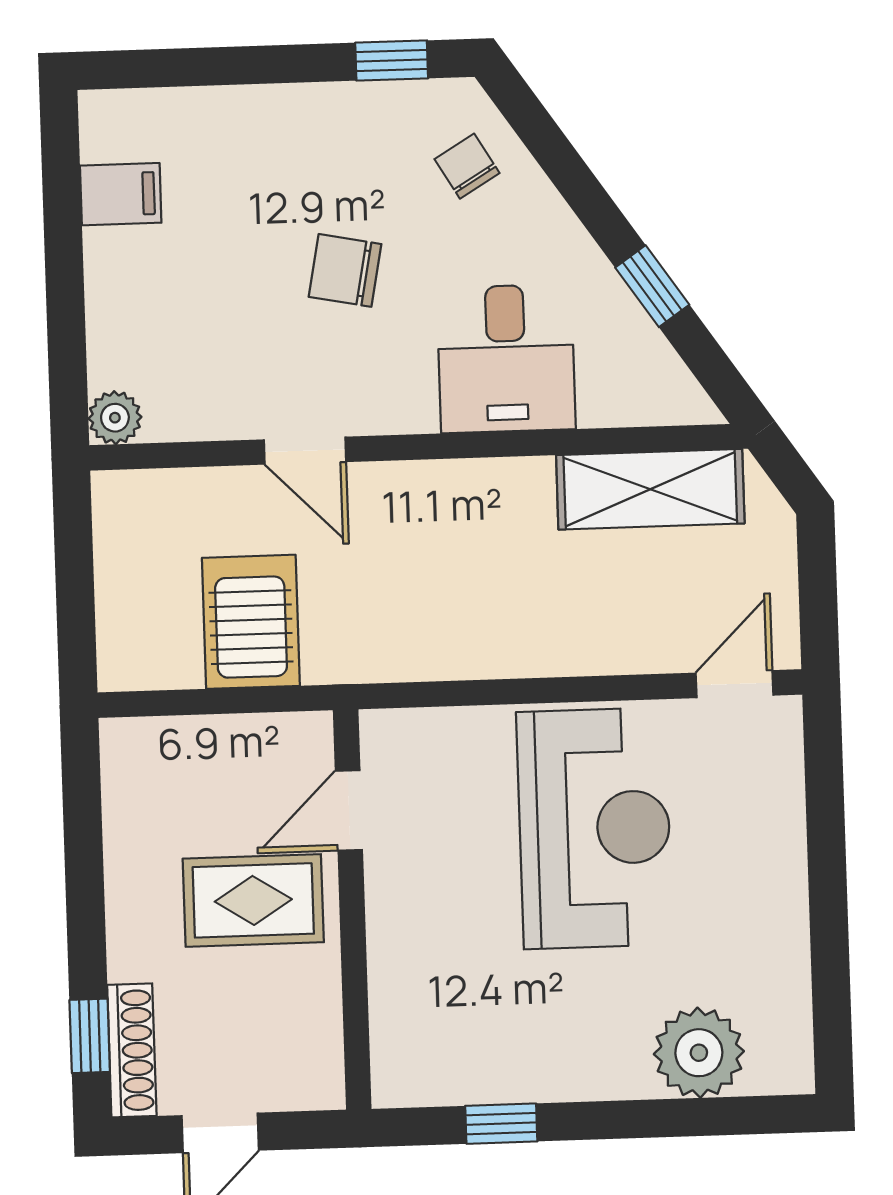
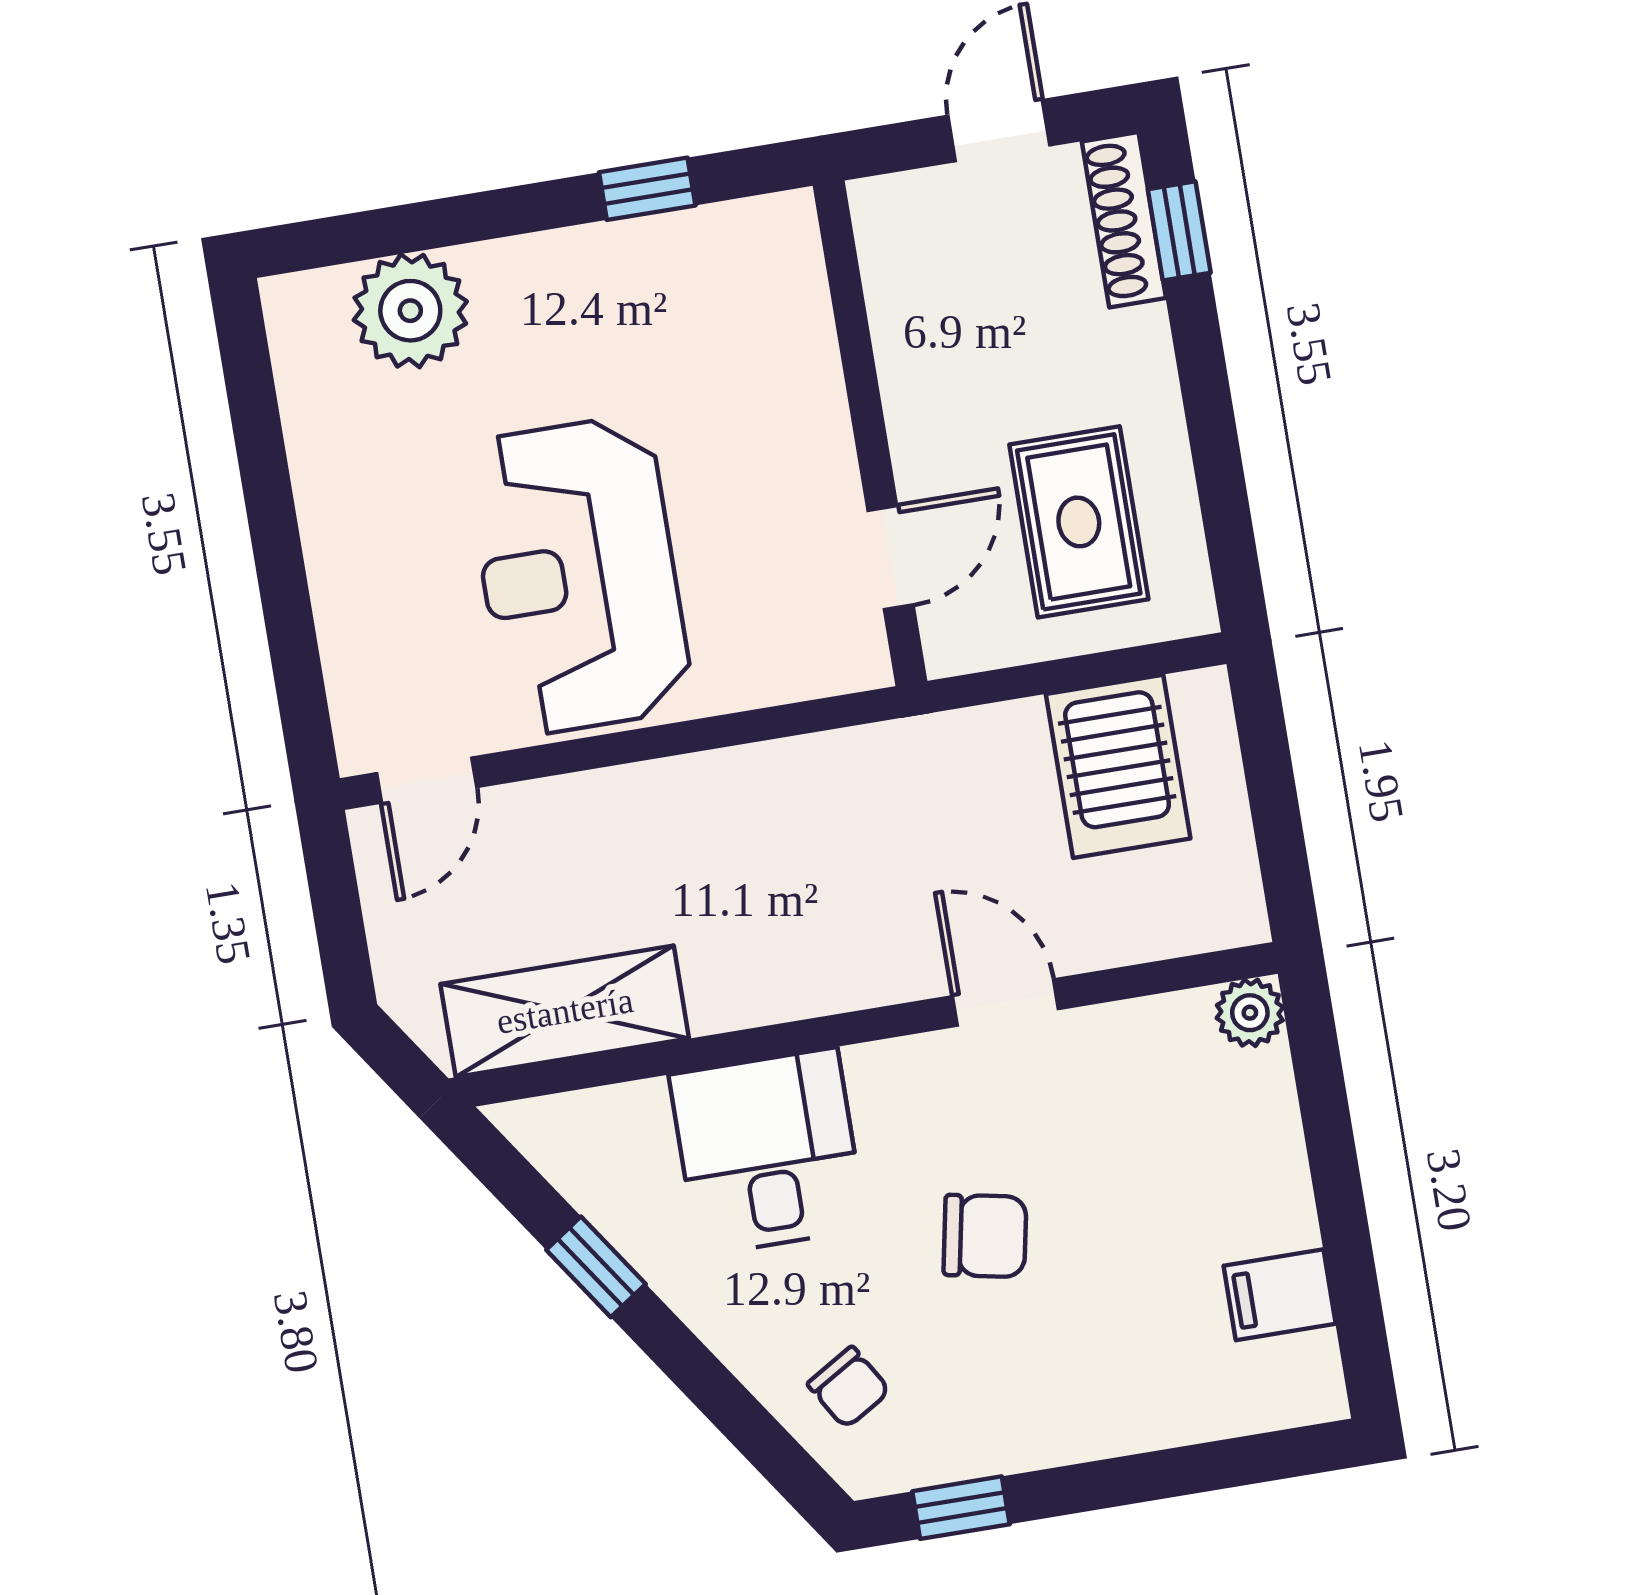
server rack: (251, 622) -> (1118, 766), moved
rug: (253, 900) -> (1079, 522), moved, turned 90

